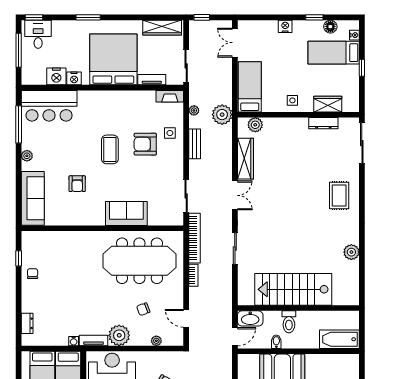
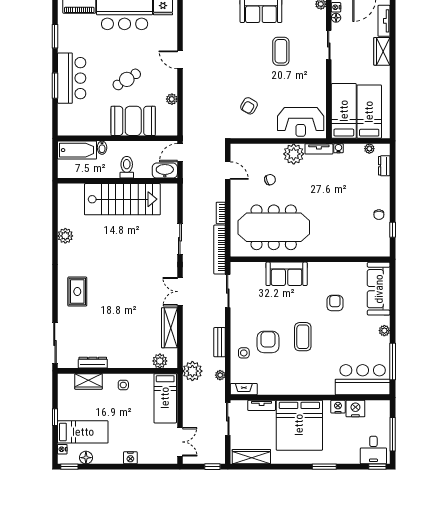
window: (314, 17) -> (69, 467), moved
armchair: (145, 144) -> (268, 342), turned -90
plant: (156, 341) -> (369, 149), moved
bidet: (276, 342) -> (102, 148), moved

